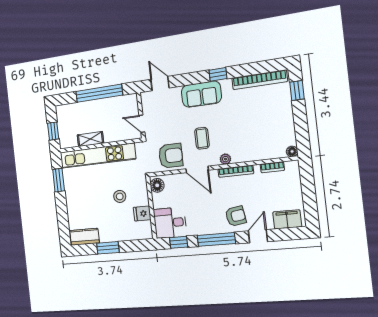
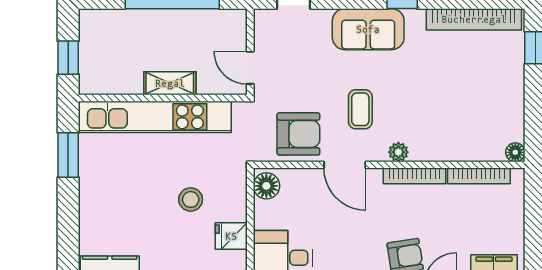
shelving: (90, 139) -> (170, 83), moved
bookcase: (272, 167) -> (479, 176), width x1.56

